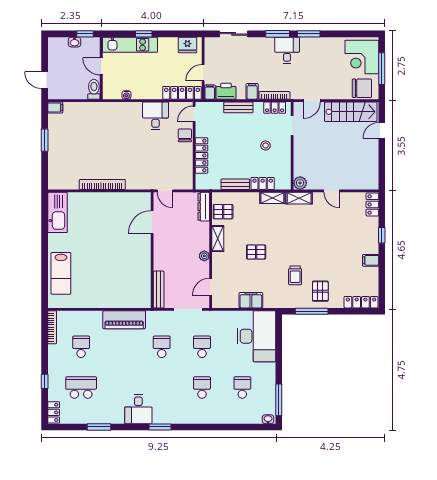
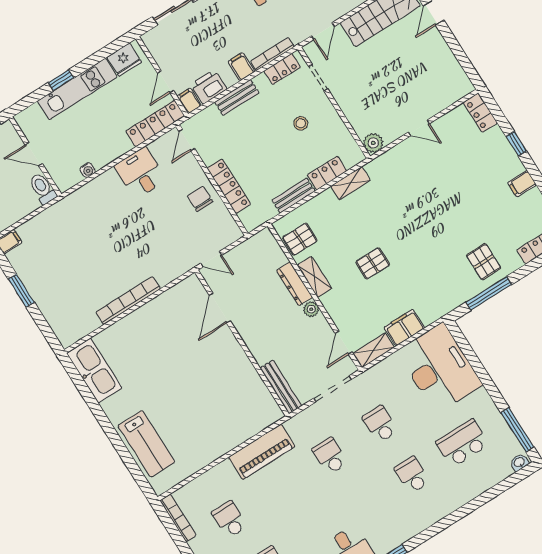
kitchen unit: (130, 45) -> (77, 89), moved
chair: (185, 135) -> (200, 199), moved
shelving: (299, 198) -> (374, 350), moved
dresser: (204, 207) -> (294, 284), moved
trolley: (295, 275) -> (440, 262), removed
school desk: (242, 388) -> (462, 443), width x1.85

